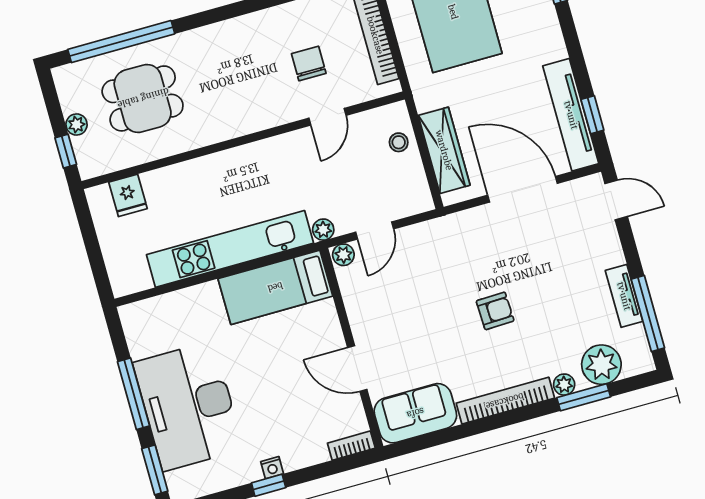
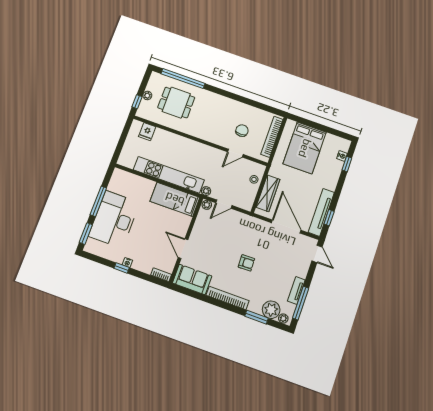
plant: (564, 385) -> (283, 319), moved

